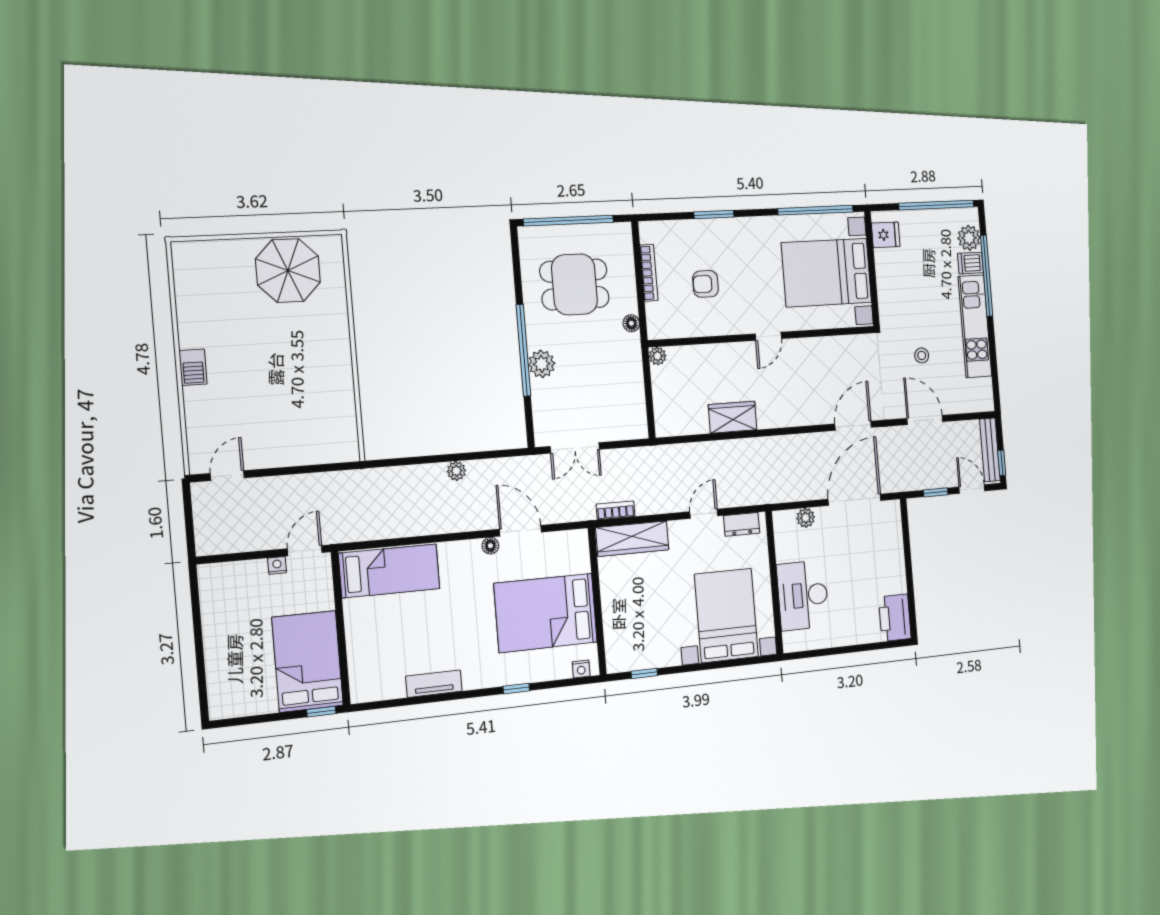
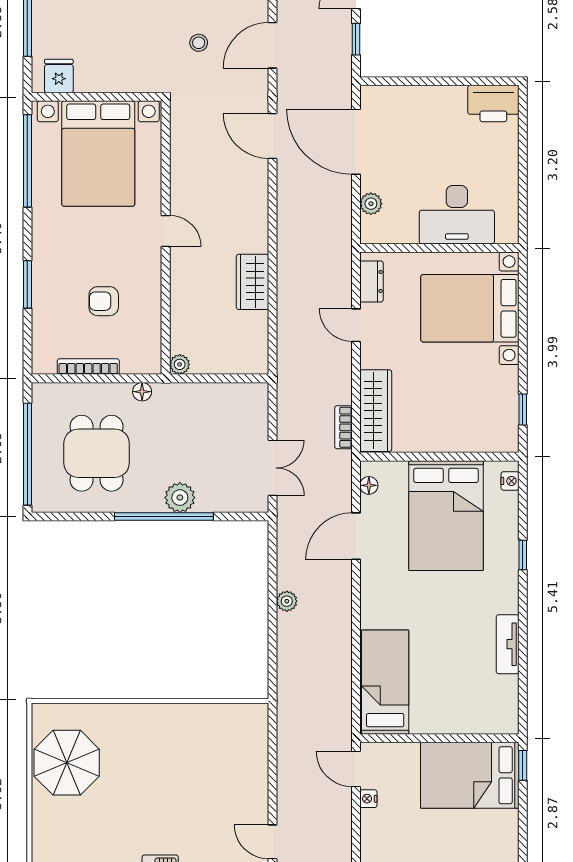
armchair: (706, 284) -> (104, 301), turned 90
floor lamp: (490, 546) -> (369, 485), moved

